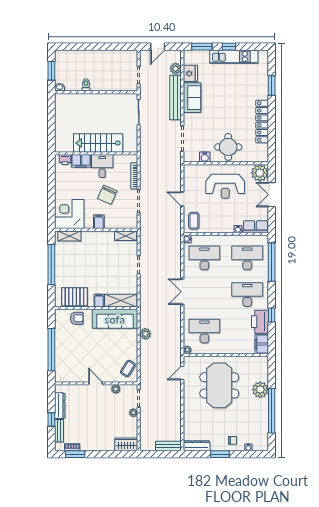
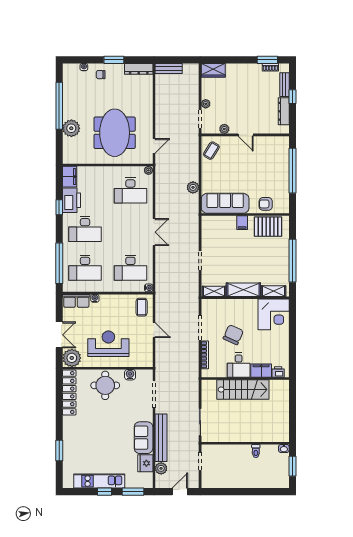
locker: (262, 121) -> (69, 393), moved
filing cabinet: (99, 222) -> (242, 306), removed
shelving: (121, 301) -> (243, 290), moved

